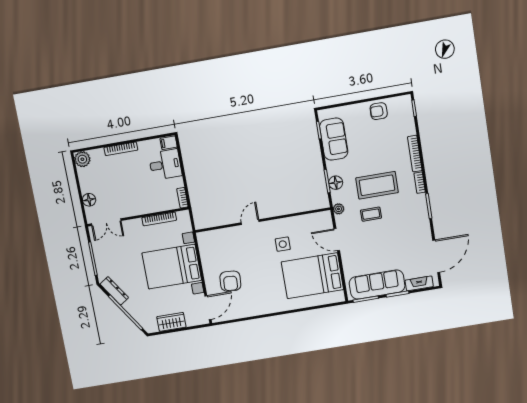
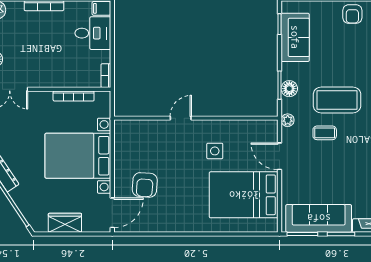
armchair: (379, 111) -> (352, 14), turned -90

